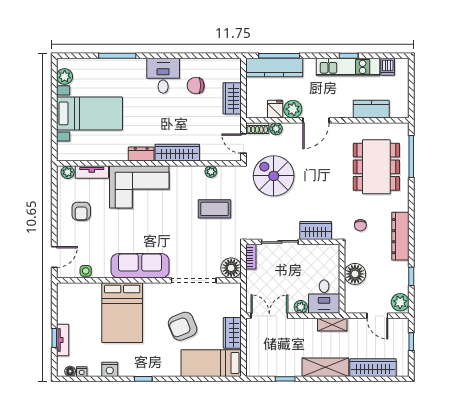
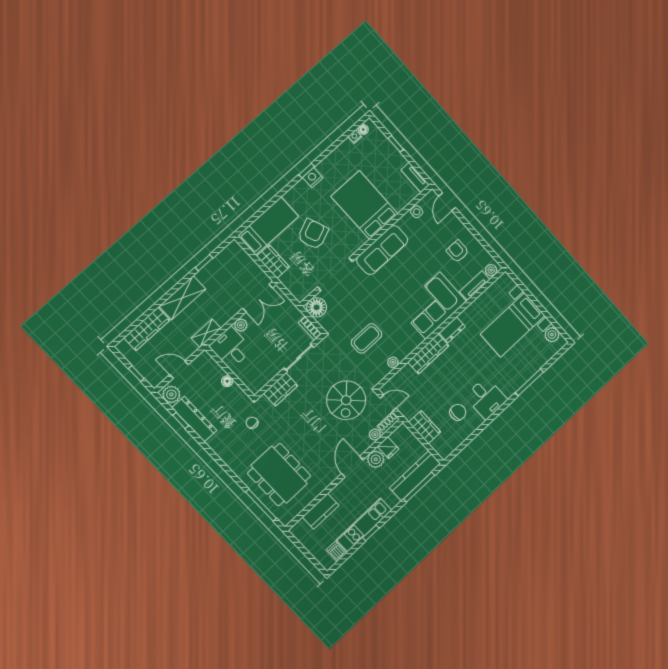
spiral stairs: (274, 176) -> (346, 400), turned 90
dresser: (400, 236) -> (194, 419), moved
floor lamp: (355, 274) -> (227, 381), width x0.53, depth x0.53
tv unit: (63, 340) -> (415, 177), moved
nightstand: (110, 369) -> (313, 178), moved

